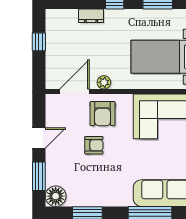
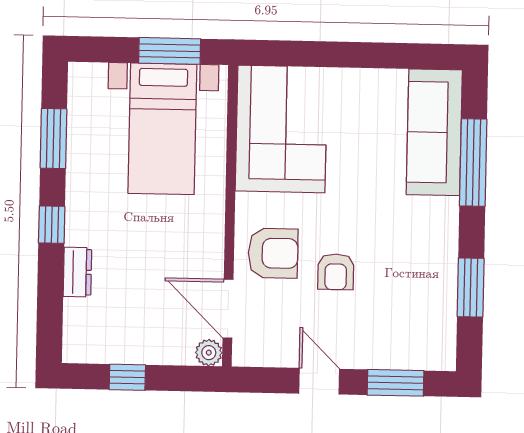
plant: (104, 82) -> (209, 353), moved
armchair: (94, 145) -> (336, 272), turned 180
floor lamp: (56, 196) -> (436, 350), removed

